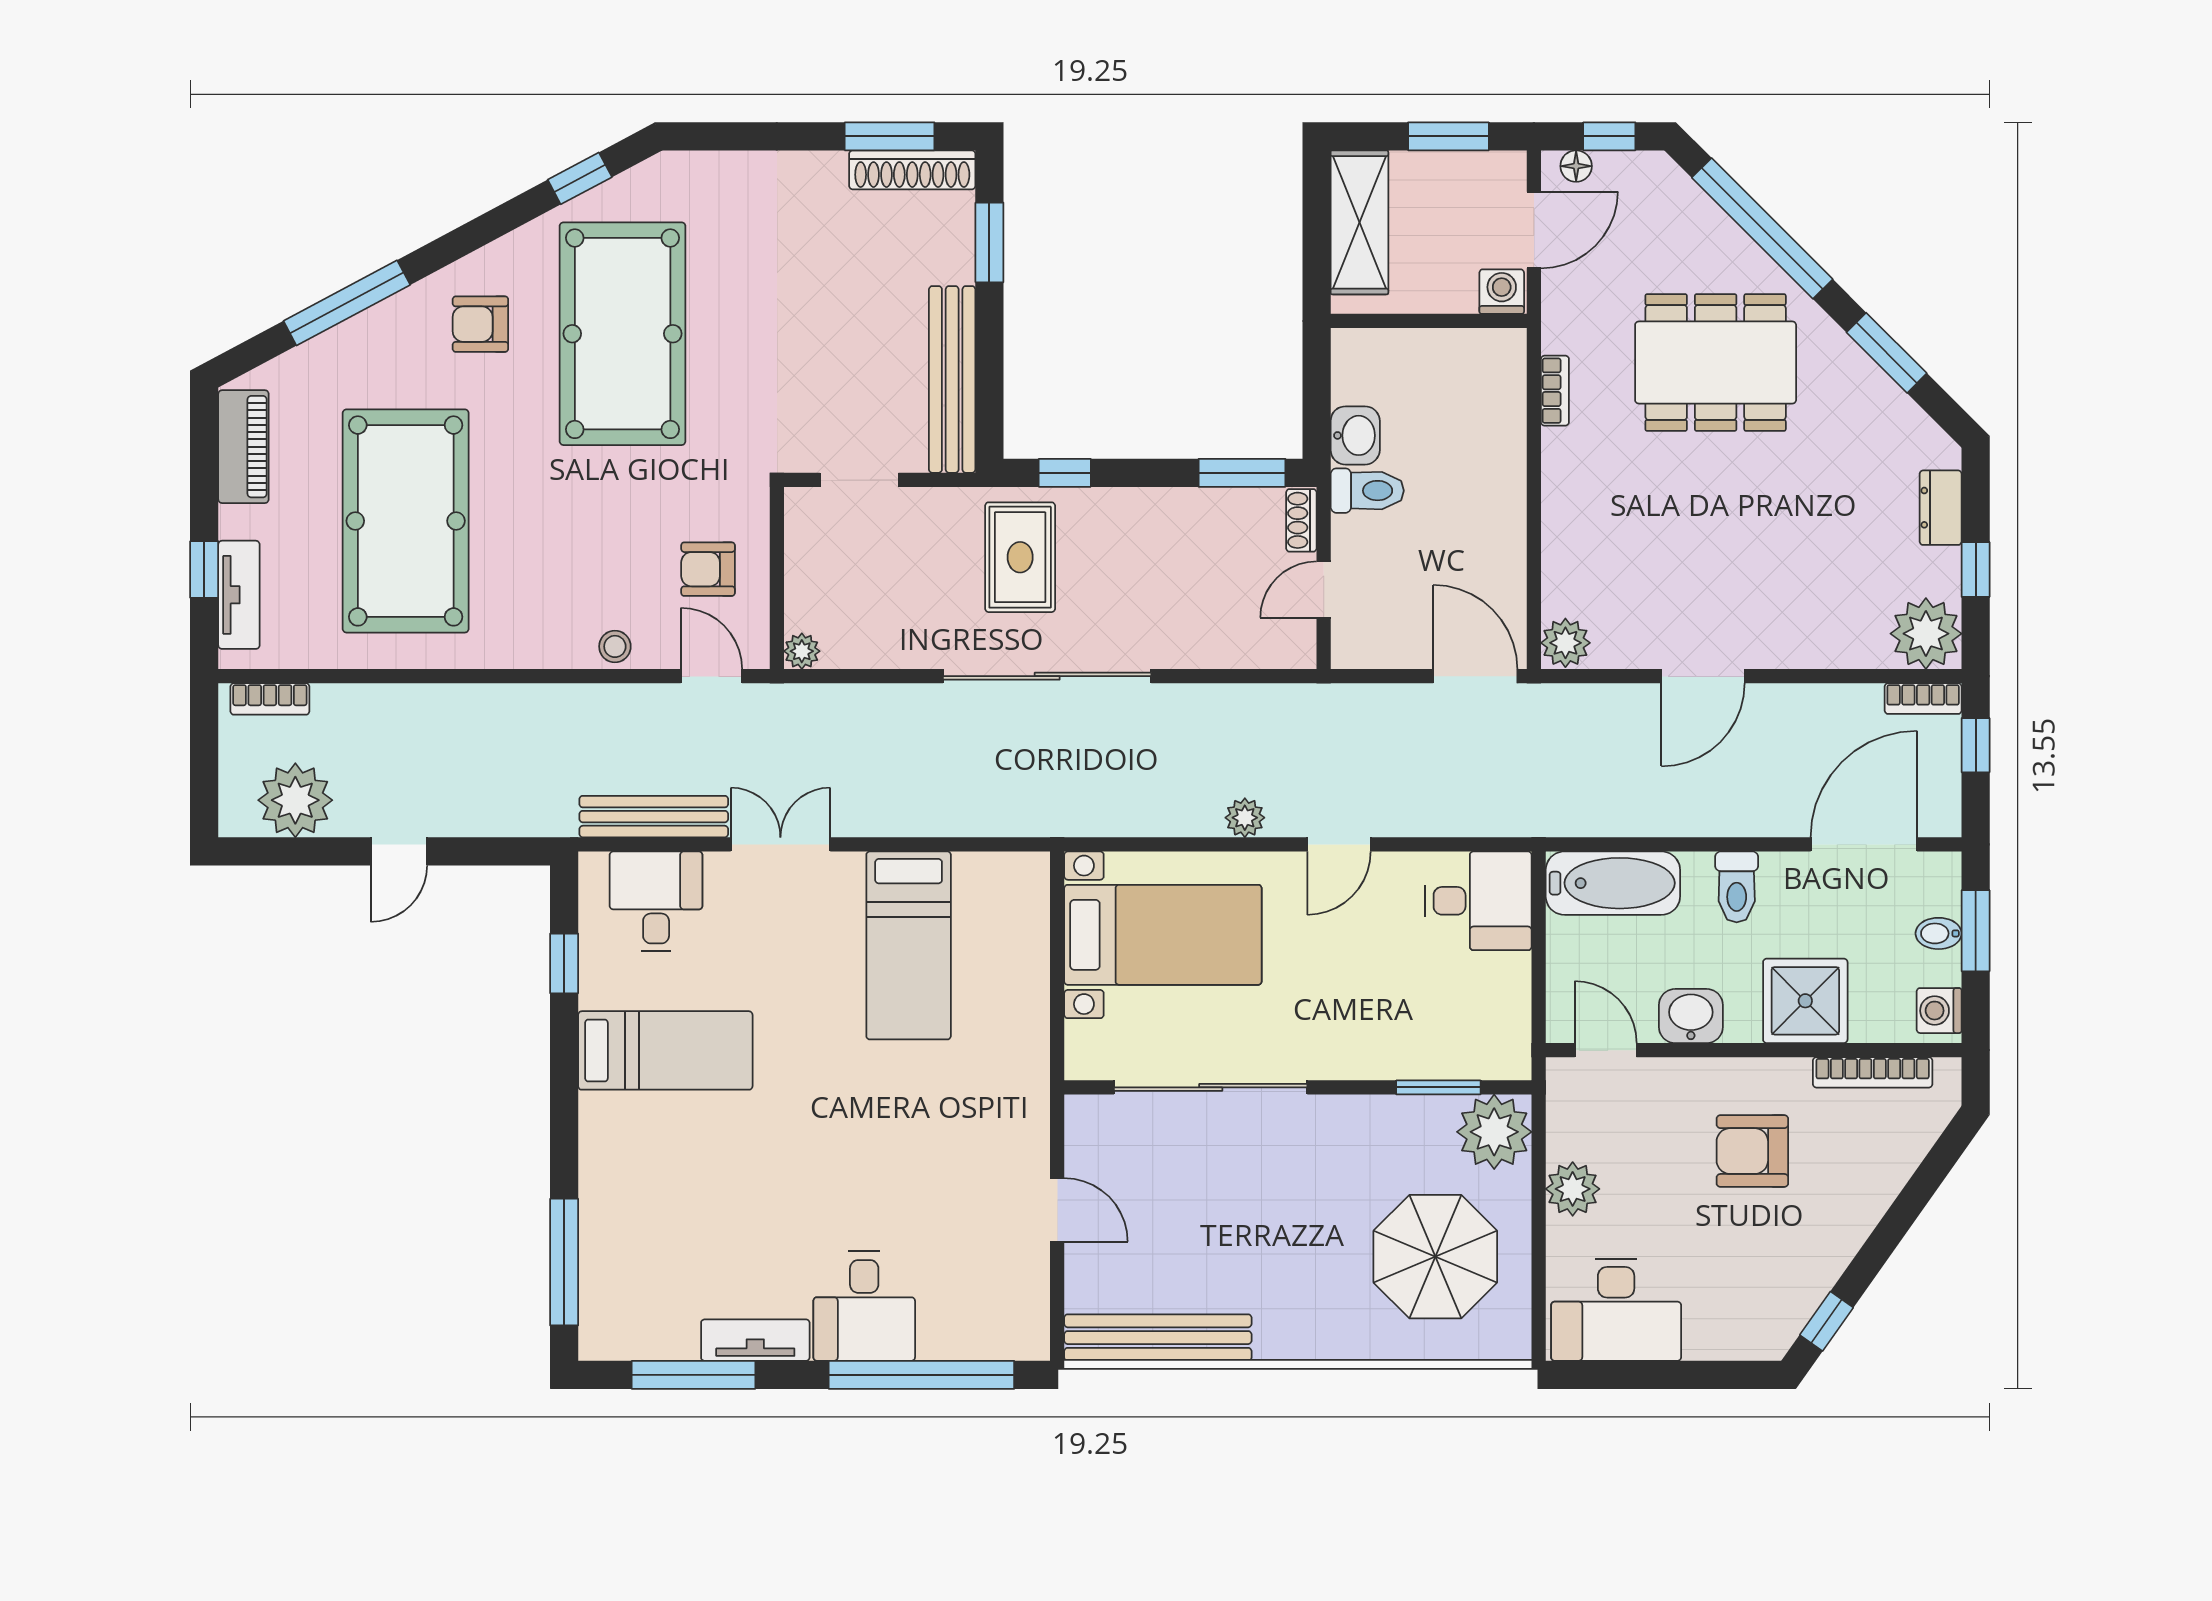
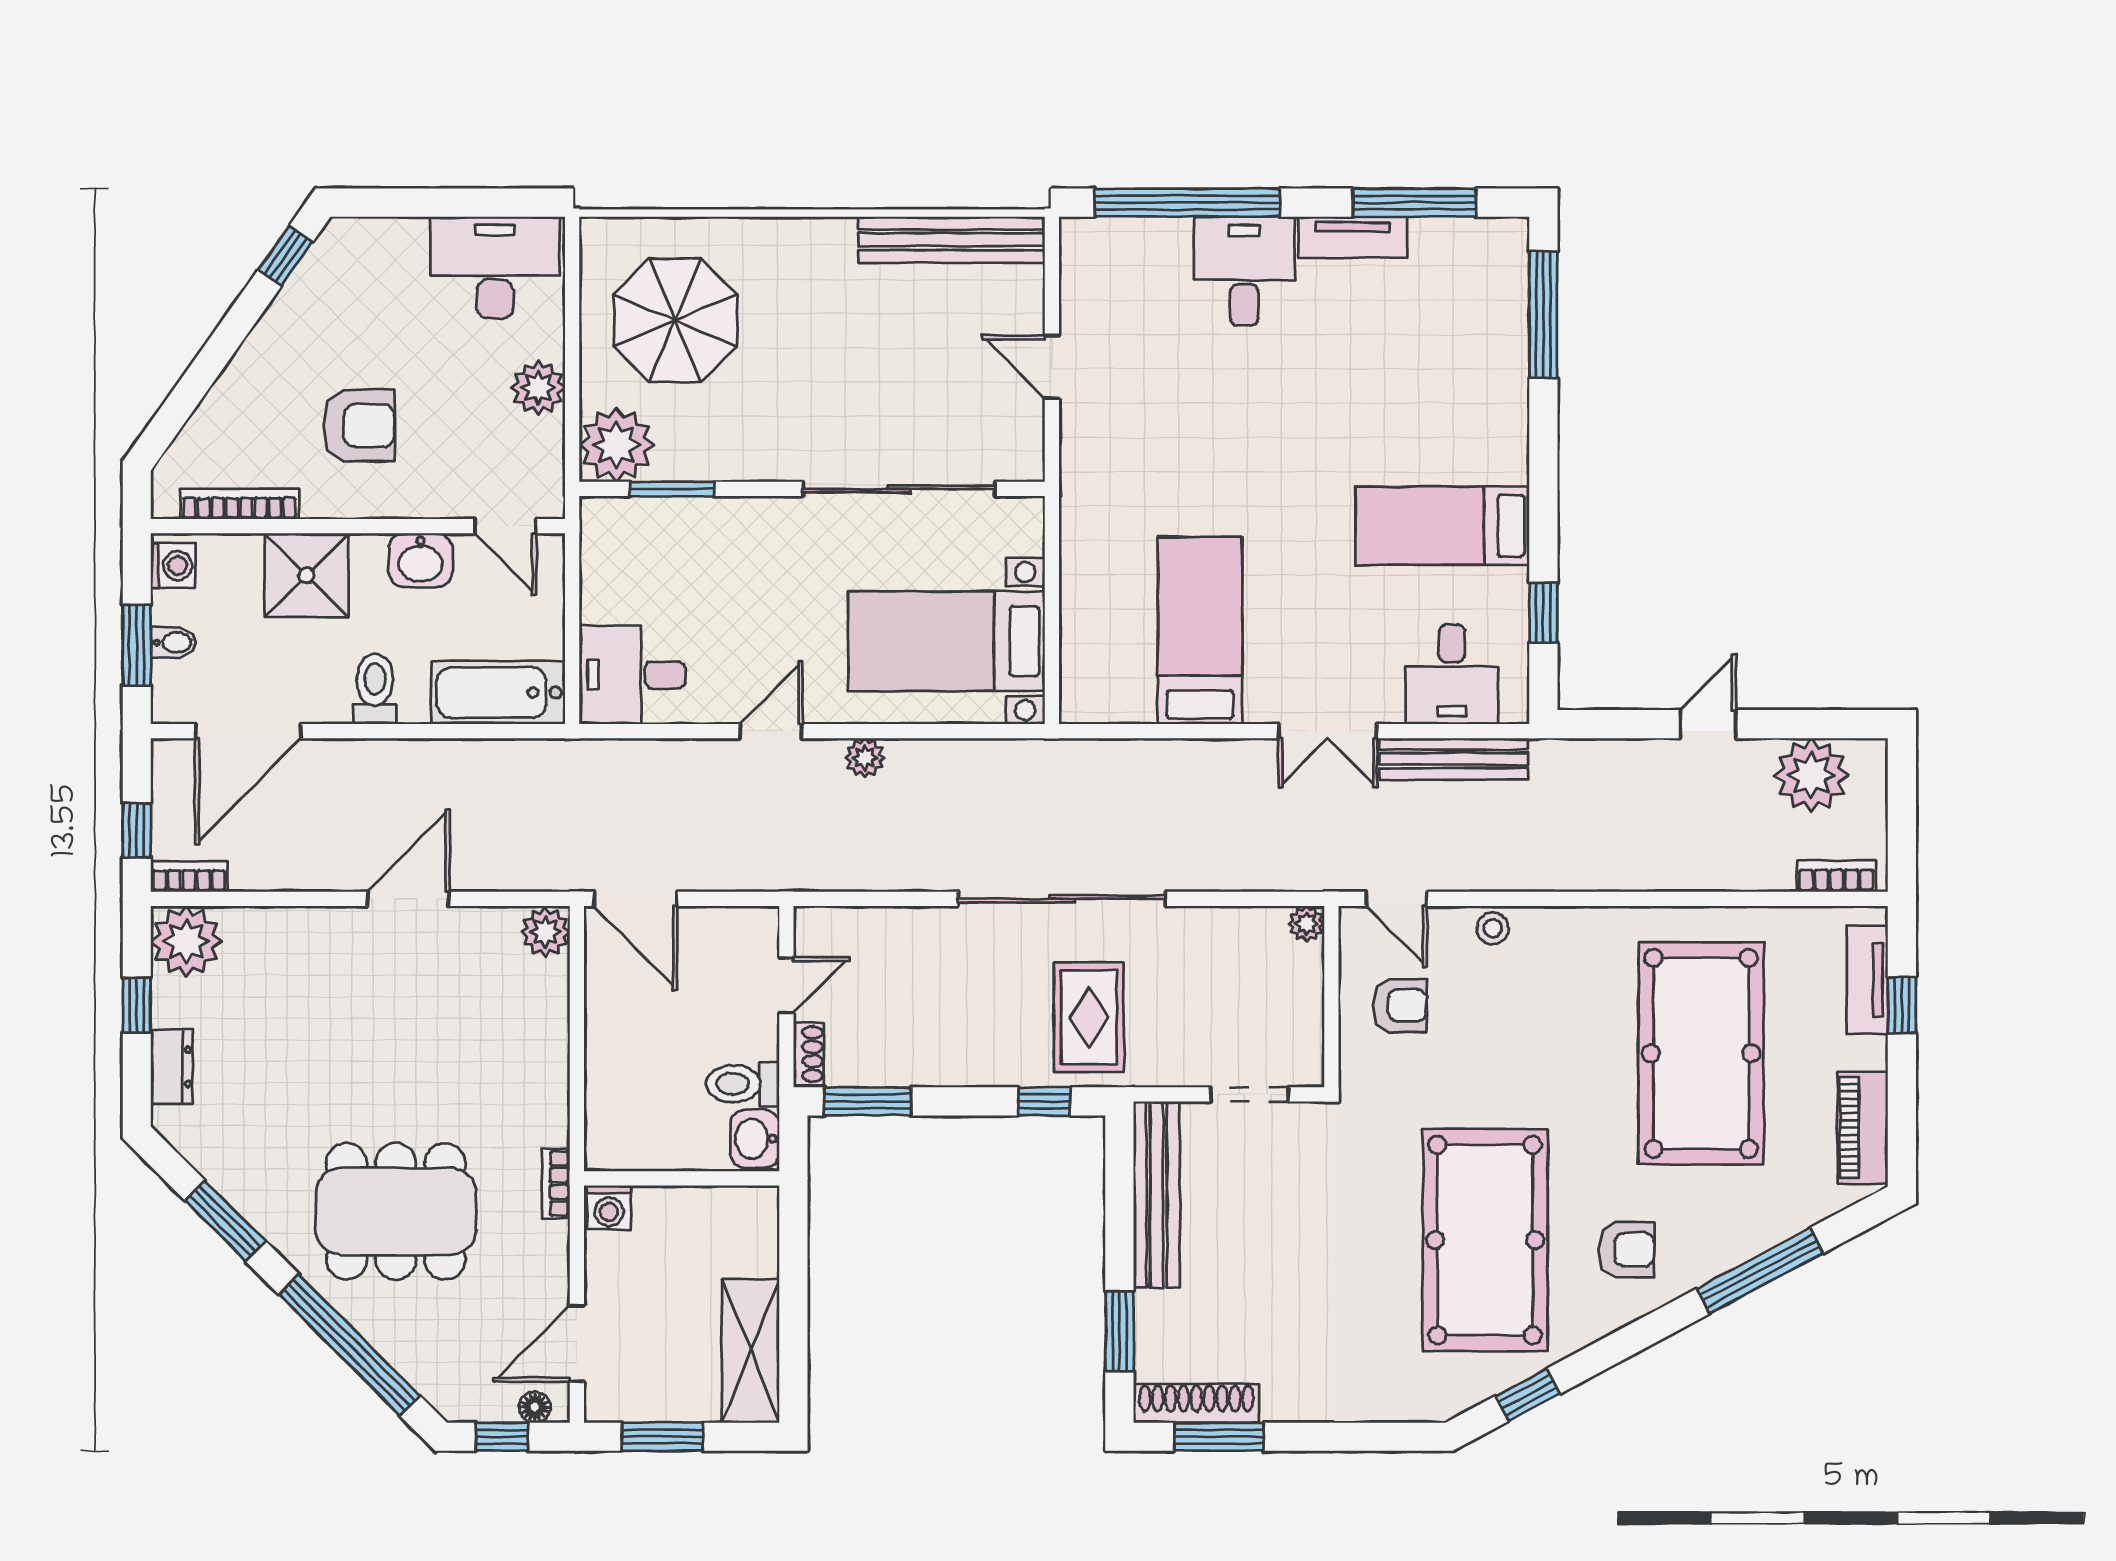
washing machine: (1502, 292) -> (609, 1208), moved
wall: (1429, 321) -> (682, 1178), moved

